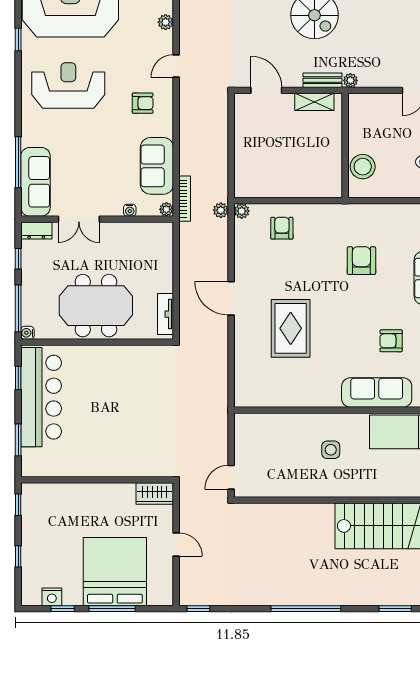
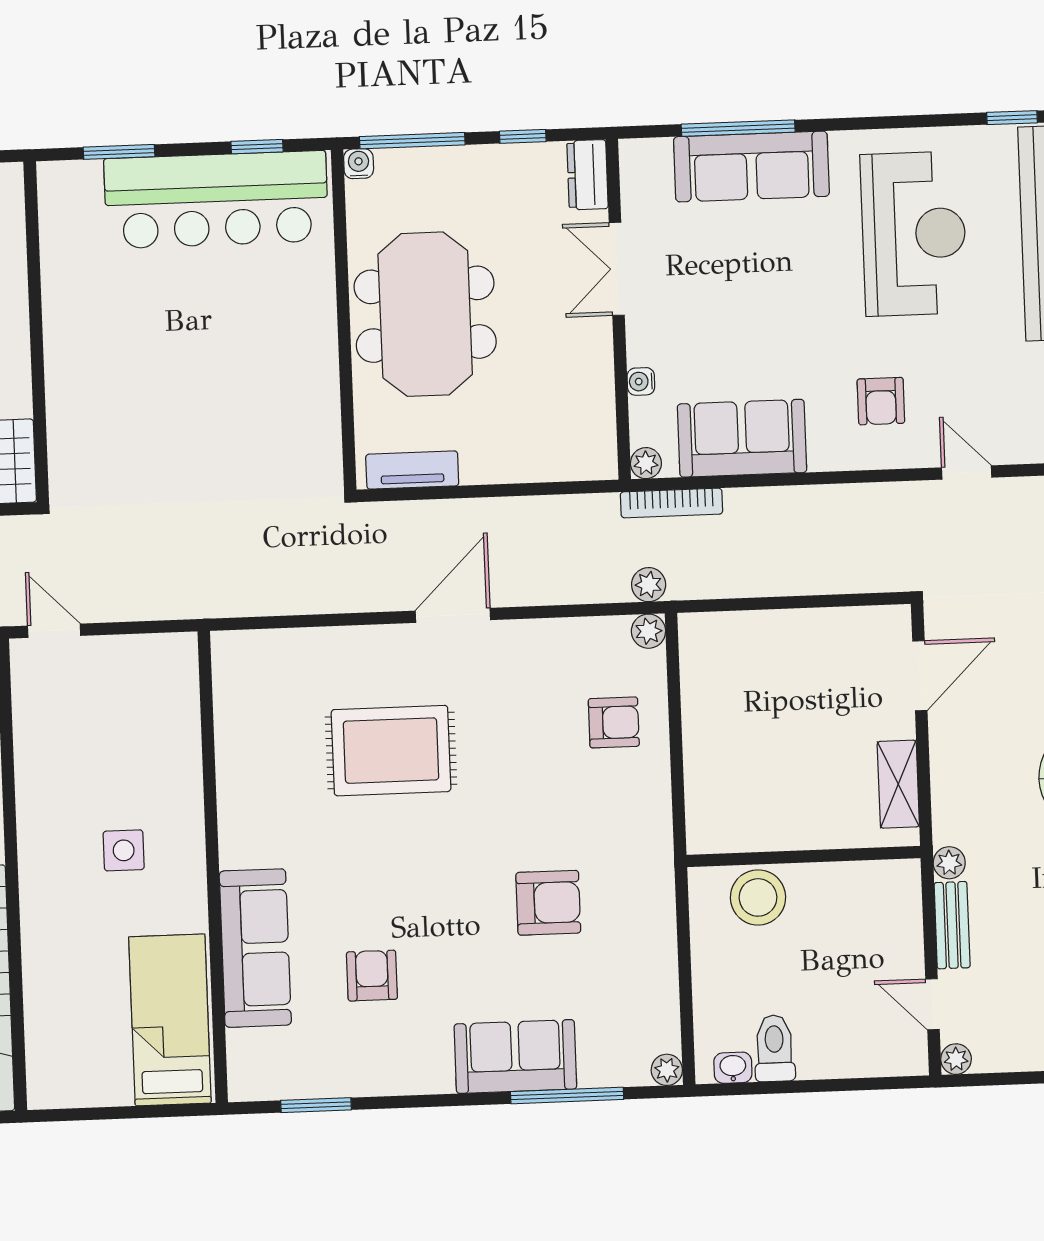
bench: (322, 80) -> (952, 925), moved
sofa: (35, 182) -> (751, 167), moved

